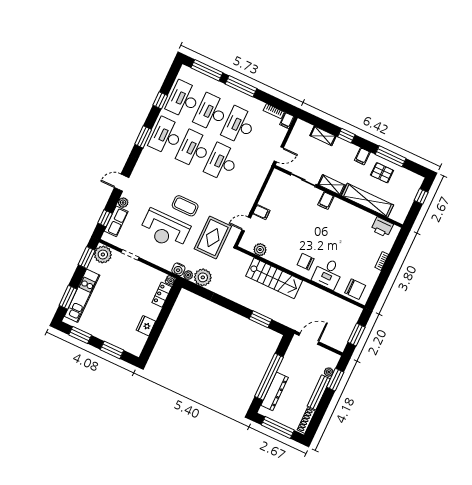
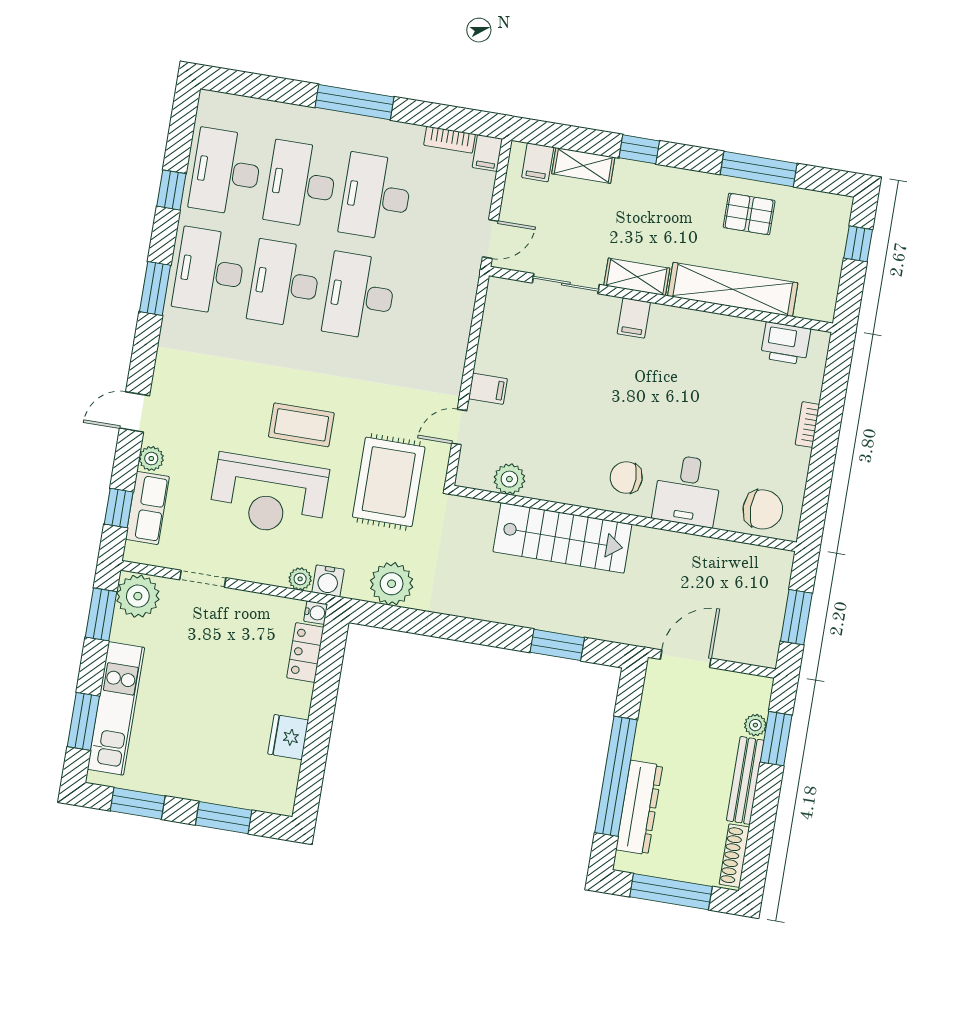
window: (207, 70) -> (262, 87), removed
filing cabinet: (362, 156) -> (538, 162), moved
plant: (188, 275) -> (300, 579), moved

